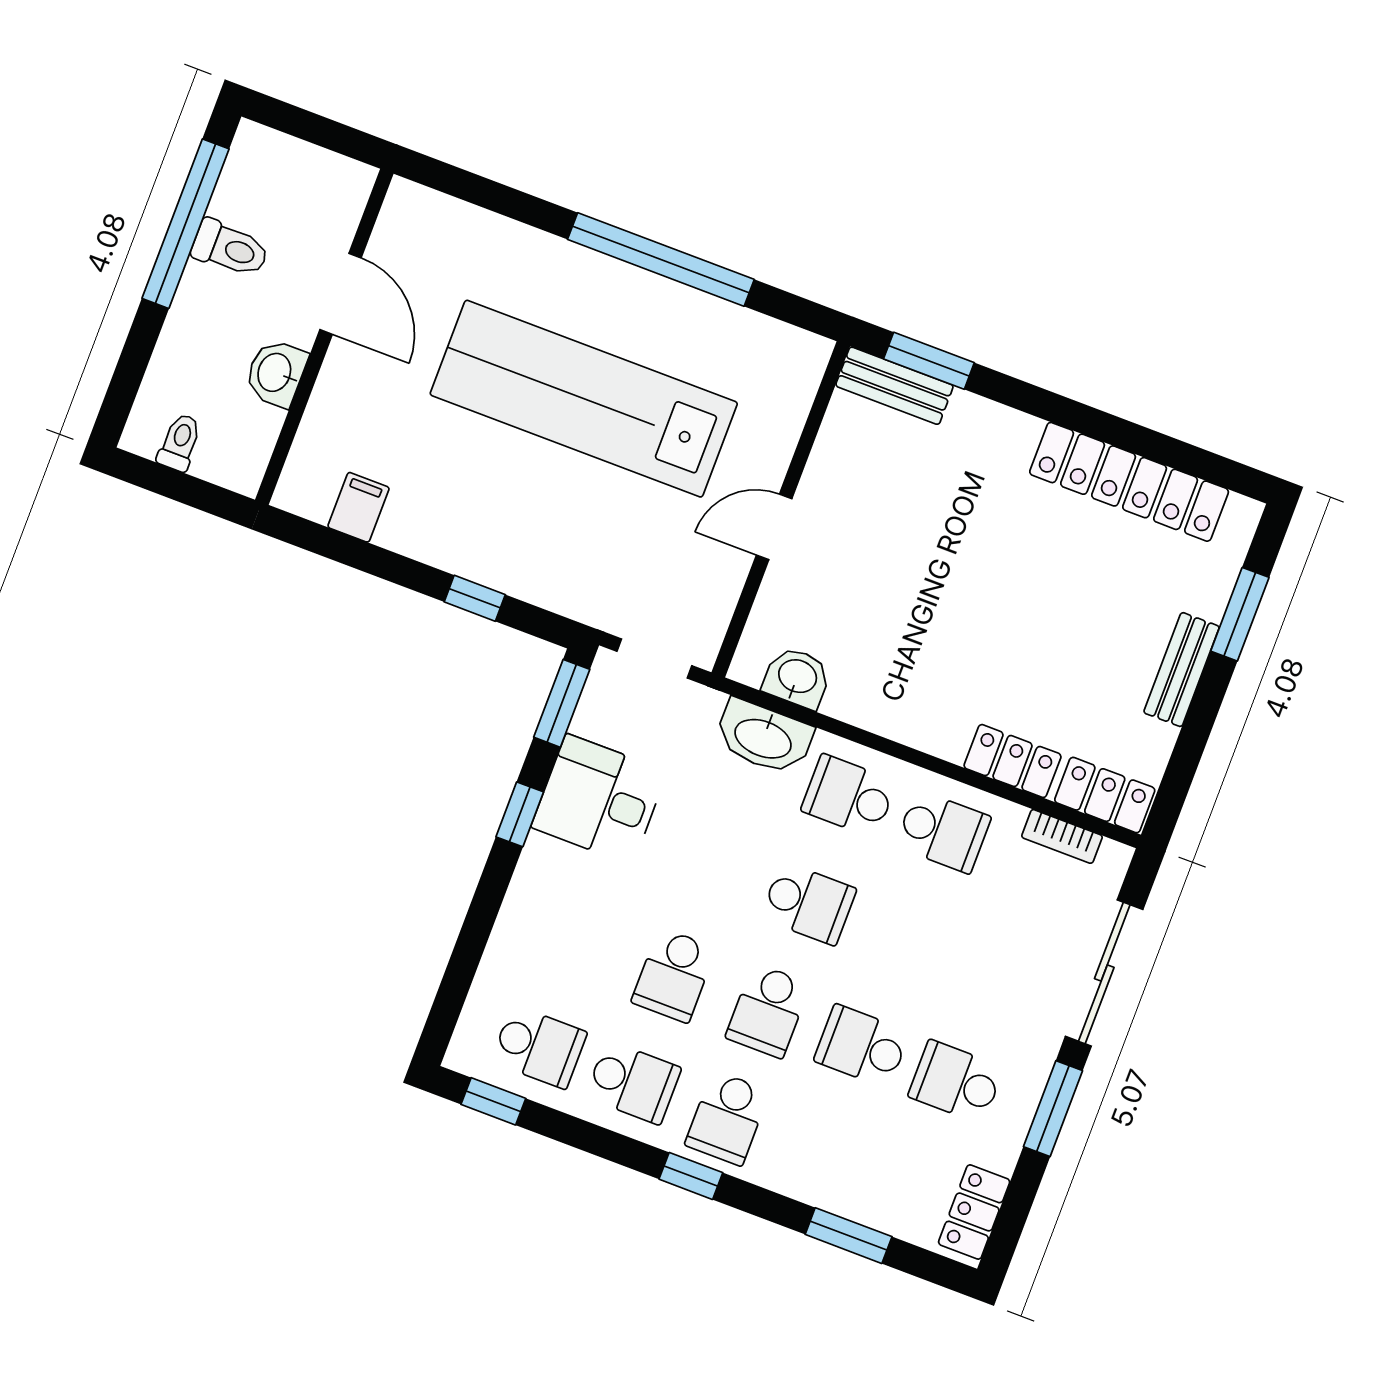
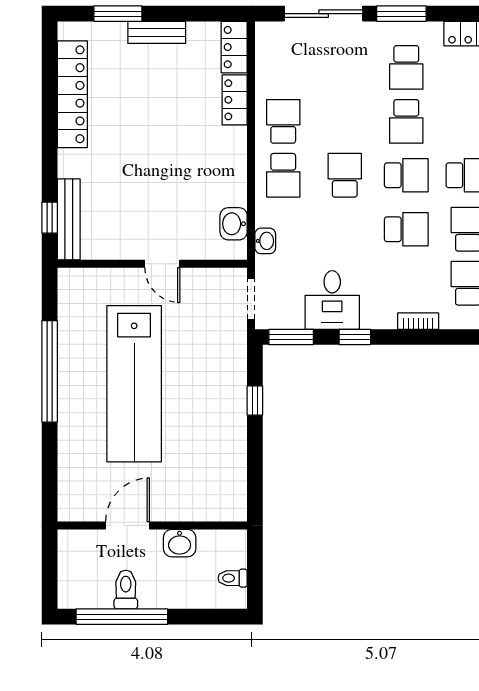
window: (929, 361) -> (50, 218), width x0.67
bench: (894, 386) -> (69, 219), width x1.36
filing cabinet: (359, 507) -> (231, 476), removed
washbasin: (764, 737) -> (265, 241), width x0.52, depth x0.69
bookcase: (1062, 836) -> (418, 321), moved, turned -90

